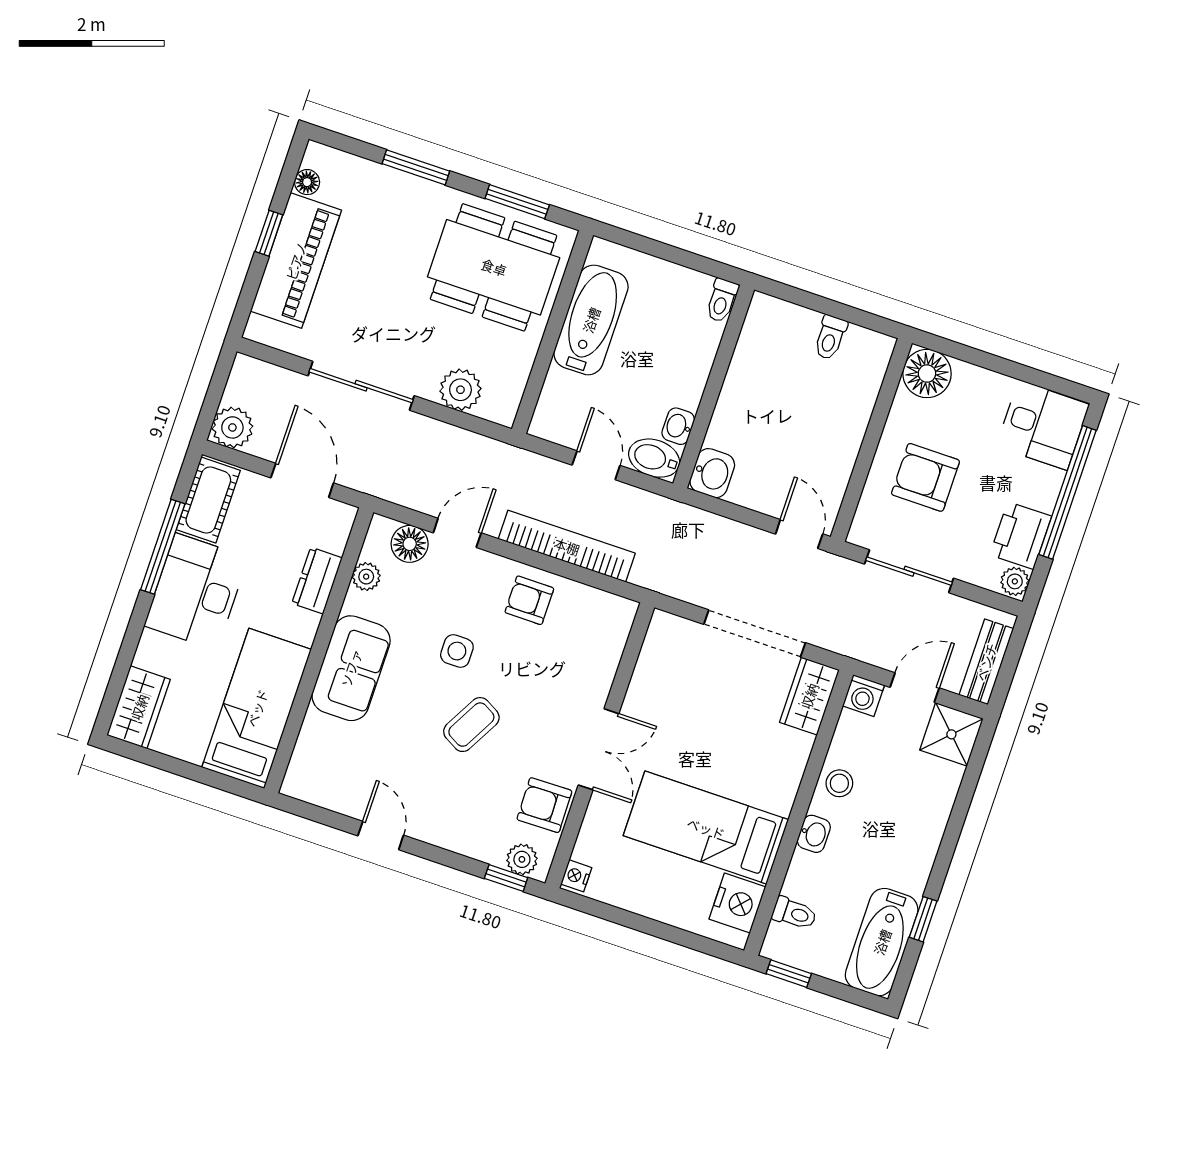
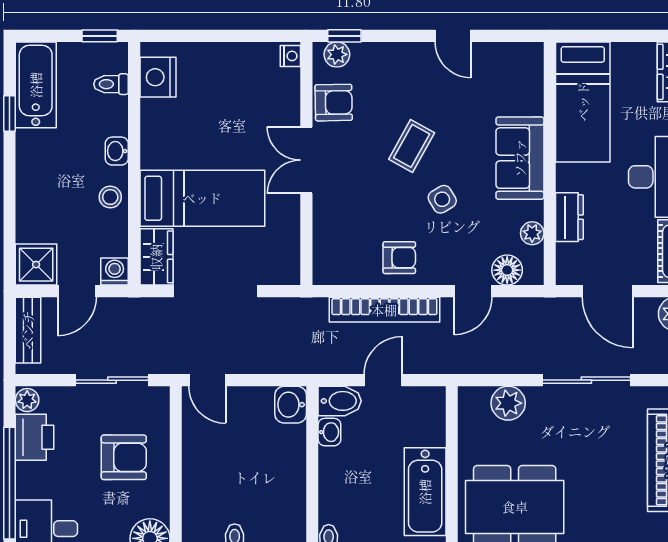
door: (596, 465) -> (383, 380), swing flipped
side table: (457, 651) -> (442, 199), turned -31
bed: (706, 828) -> (202, 198), moved

